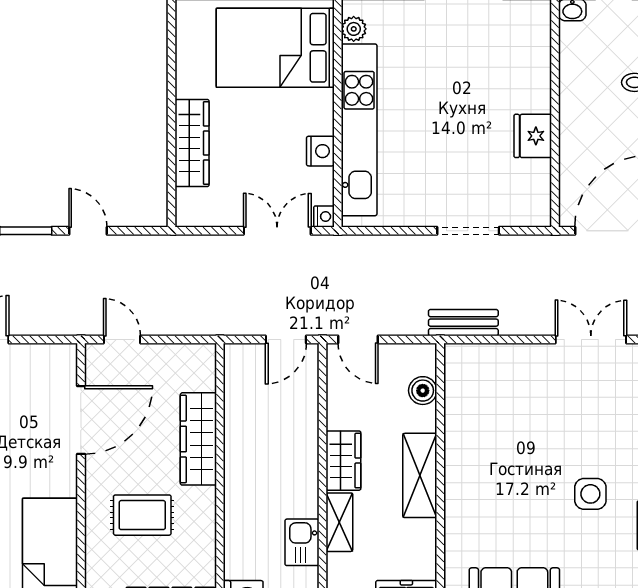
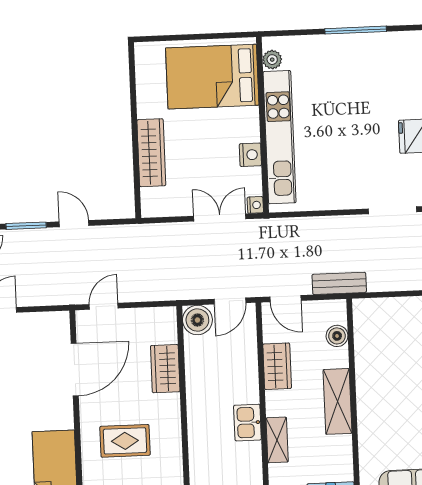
doorway: (468, 231) -> (392, 210), moved
bench: (463, 323) -> (339, 283), moved
door: (122, 340) -> (104, 306), hinge flipped
boiler: (243, 362) -> (197, 320), added
wardrobe: (198, 439) -> (165, 369), width x0.67
wardrobe: (343, 461) -> (277, 366), moved
kitchen sink: (302, 542) -> (247, 423), moved

